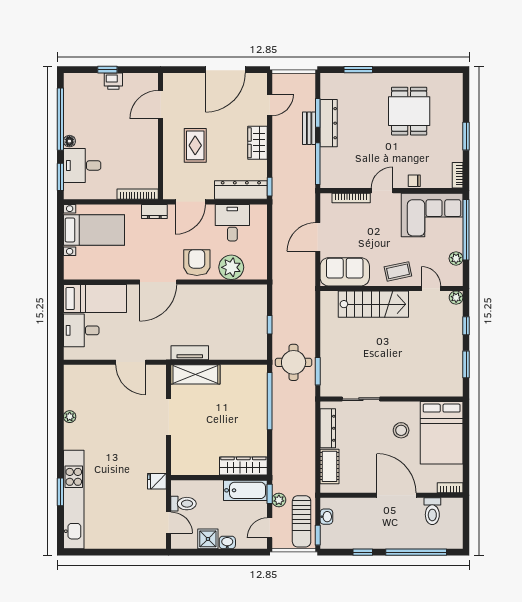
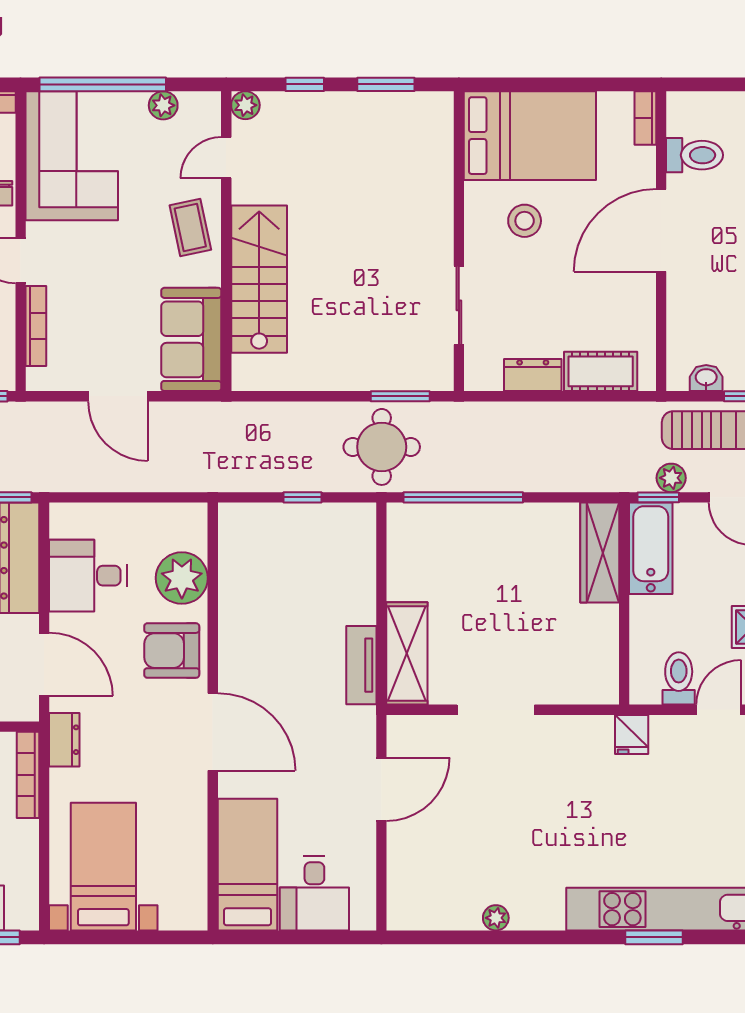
dresser: (328, 428) -> (533, 375), width x0.70

